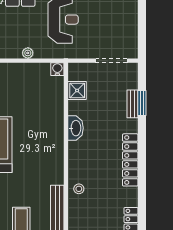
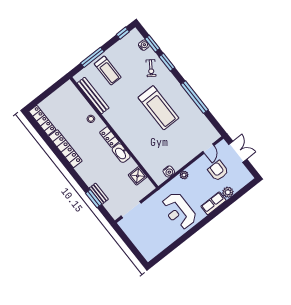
water cooler: (57, 69) -> (169, 172), moved
locker: (75, 155) -> (109, 137), added
locker: (130, 160) -> (65, 149), moved

